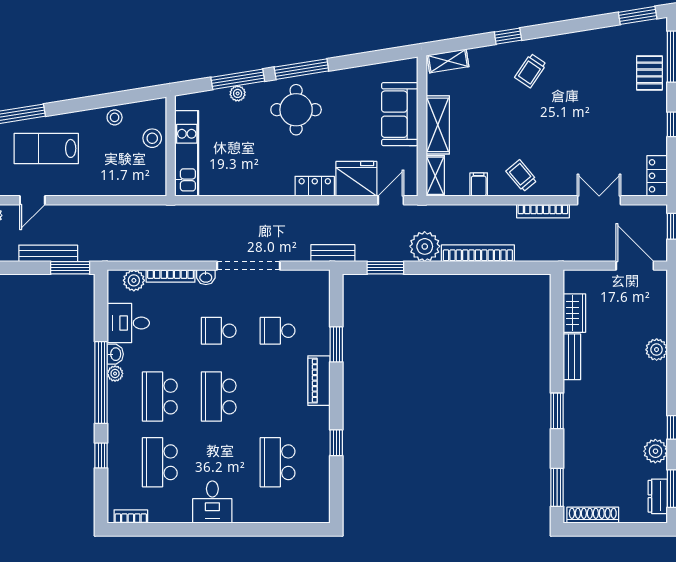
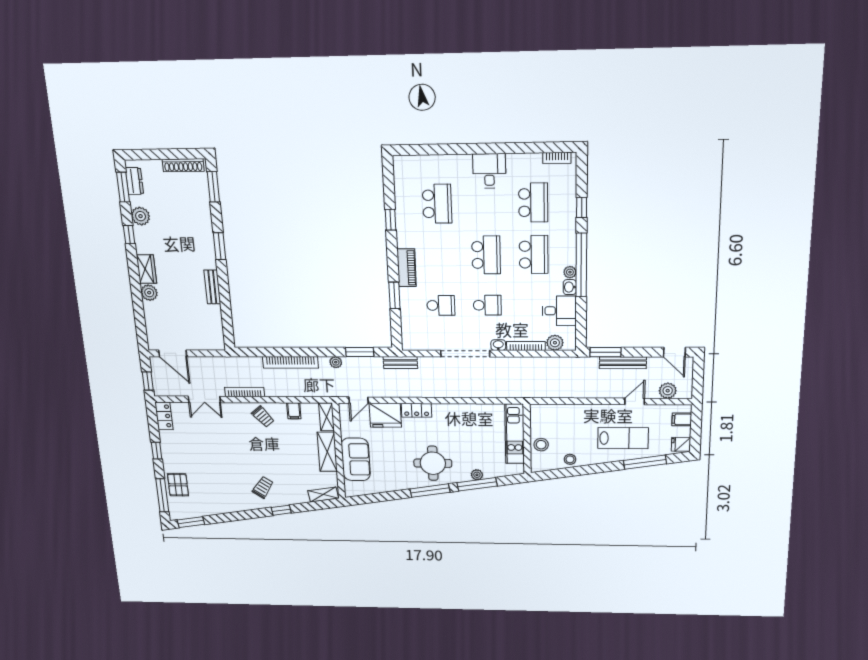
plant: (425, 246) -> (336, 362), width x0.53, depth x0.53
wardrobe: (574, 313) -> (146, 269), moved, turned 180

